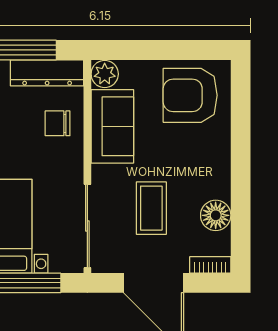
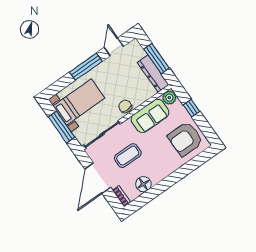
window: (147, 50) -> (192, 108), added
armchair: (190, 95) -> (185, 139), turned -90
chair: (58, 123) -> (125, 106), moved

